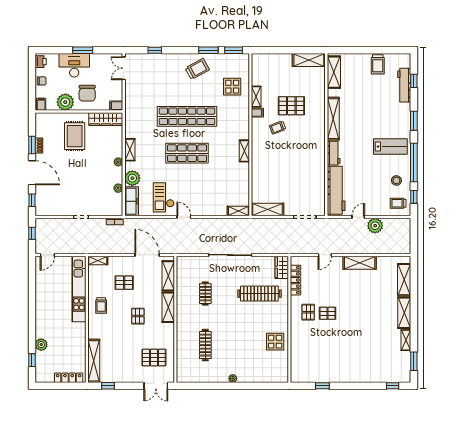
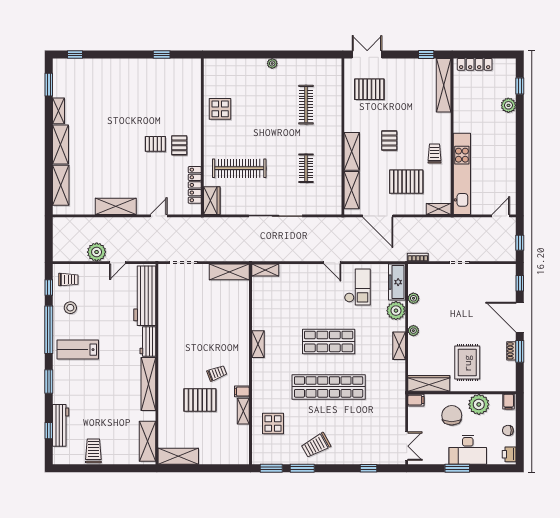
pallet: (124, 283) -> (406, 182), width x1.50, depth x1.42

